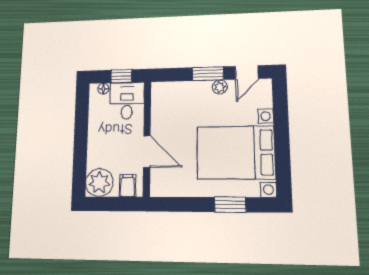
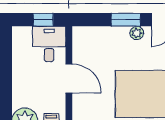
floor lamp: (103, 89) -> (26, 32), removed
door: (147, 152) -> (69, 78), moved

